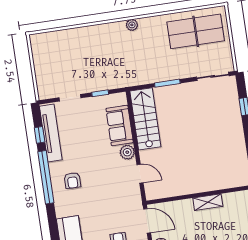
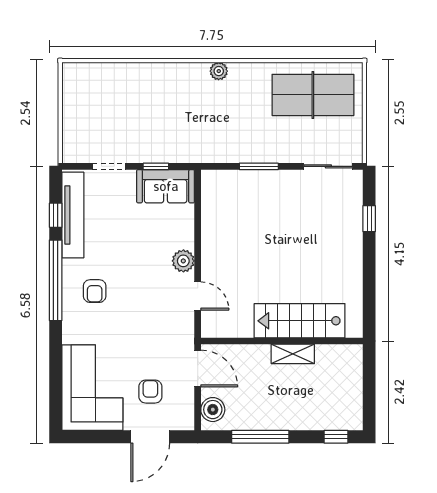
stairs: (145, 119) -> (300, 321), moved, turned -90
sofa: (120, 125) -> (166, 186), moved, turned -90

